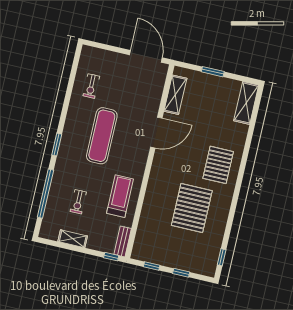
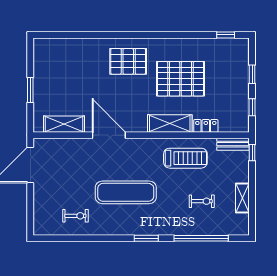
shelving: (246, 103) -> (170, 123), moved
treadmill: (120, 196) -> (185, 158), turned 180
locker: (145, 221) -> (206, 126), added

